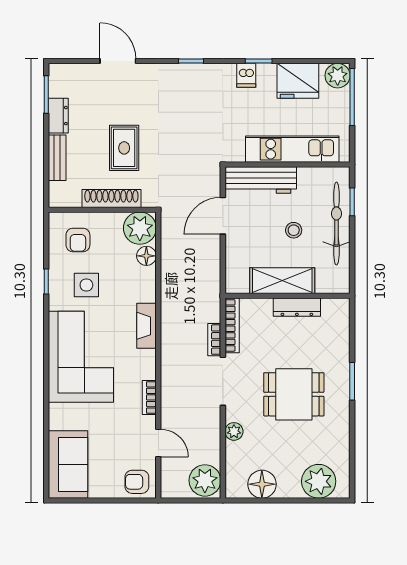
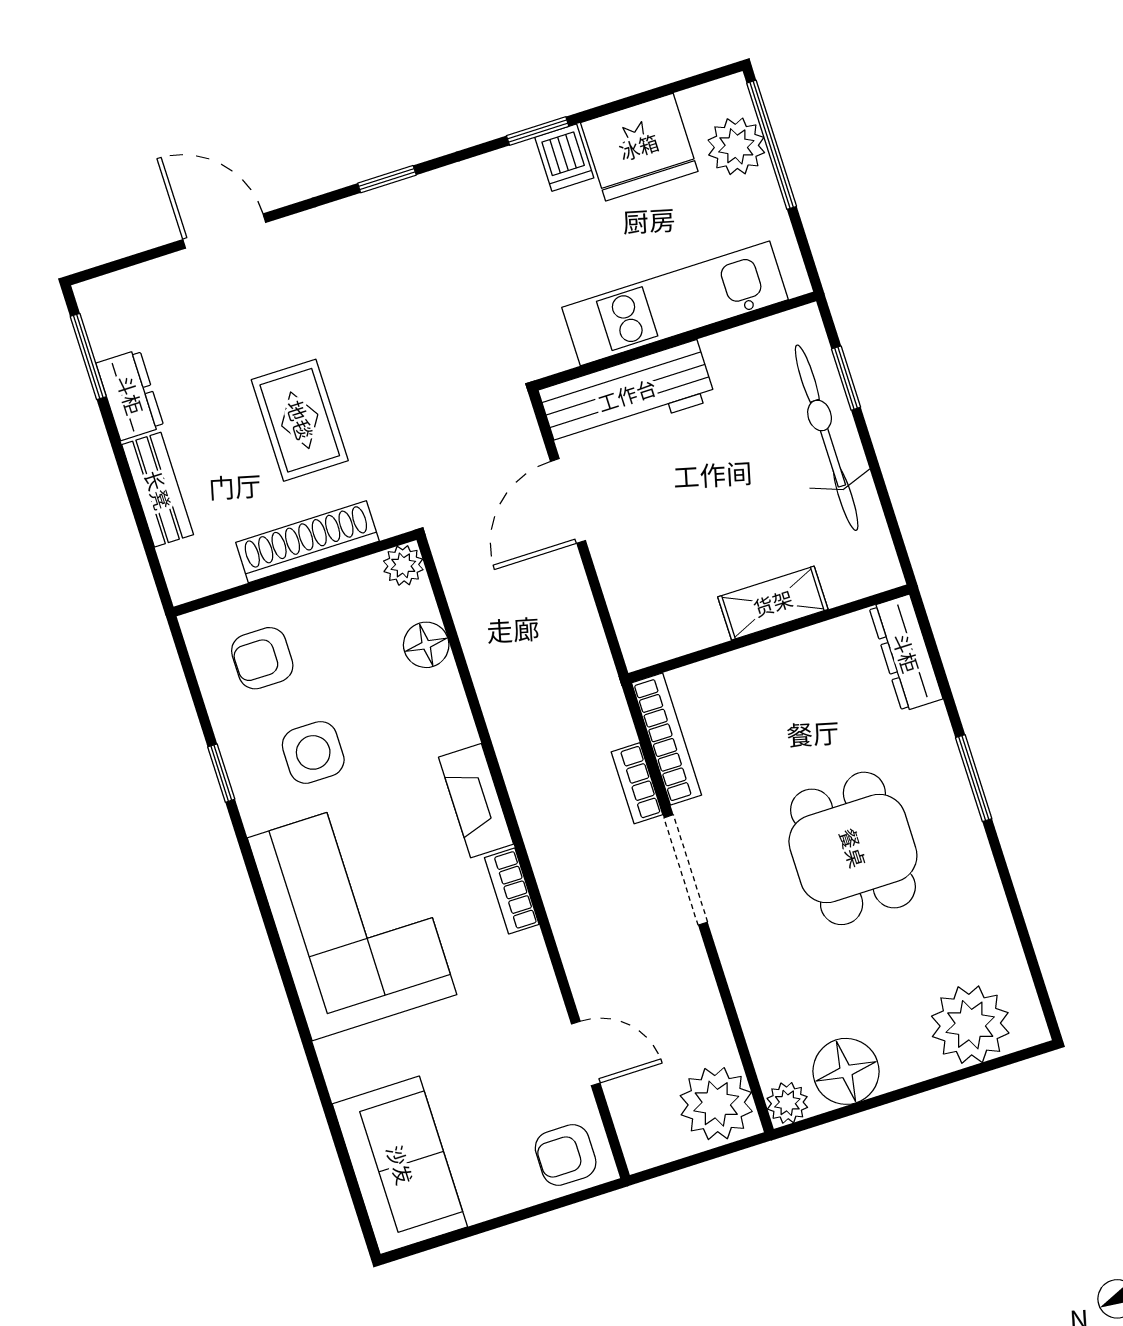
dishwasher: (246, 75) -> (564, 158), moved
plant: (338, 76) -> (736, 146), moved
plant: (140, 228) -> (403, 565), width x0.53, depth x0.53
stool: (294, 230) -> (736, 483), removed
armchair: (78, 240) -> (262, 658), turned 90
shelving: (282, 281) -> (773, 603), width x0.67, depth x0.75
dresser: (297, 307) -> (906, 653), moved, turned 90
dining table: (294, 394) -> (853, 848), turned 90
bookcase: (149, 397) -> (512, 891), moved
plant: (234, 431) -> (787, 1103), moved

